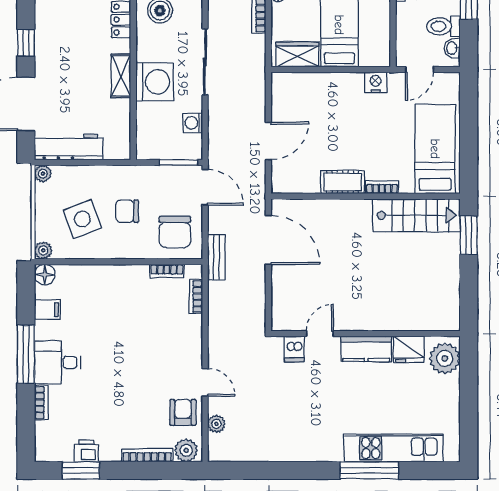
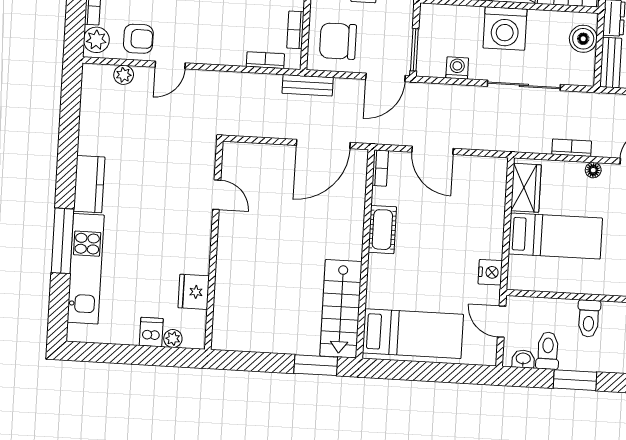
bookcase: (382, 187) -> (380, 168), moved
dishwasher: (294, 349) -> (151, 332), moved, turned 90
kitchen counter: (366, 349) -> (89, 184), moved, turned 180
plant: (445, 358) -> (173, 338), width x0.53, depth x0.53

